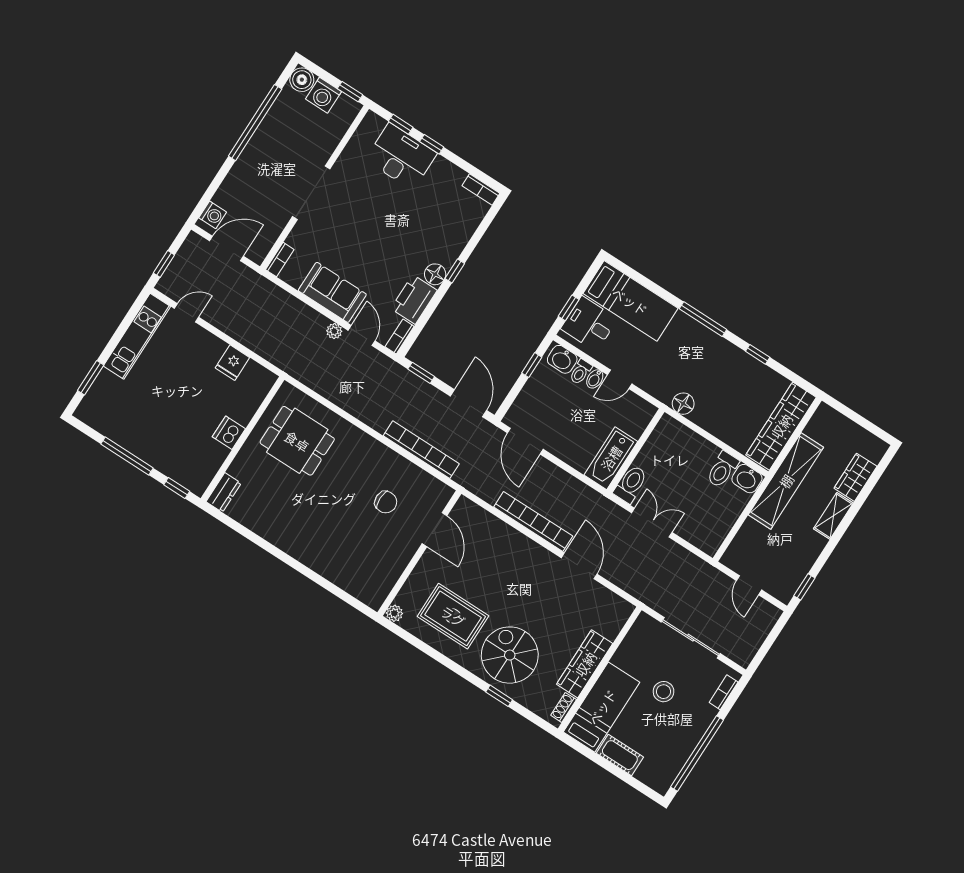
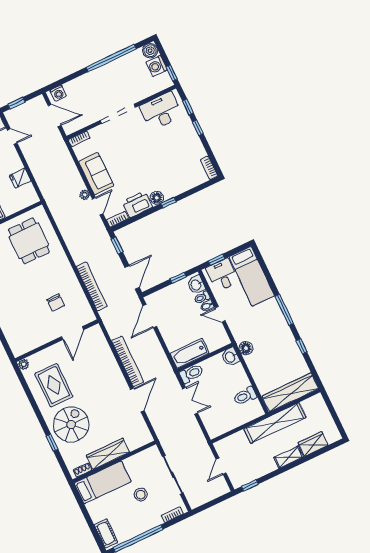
desk: (401, 156) -> (161, 111), moved, turned -90
washbasin: (747, 479) -> (230, 357), moved
cot: (620, 755) -> (106, 533), moved

